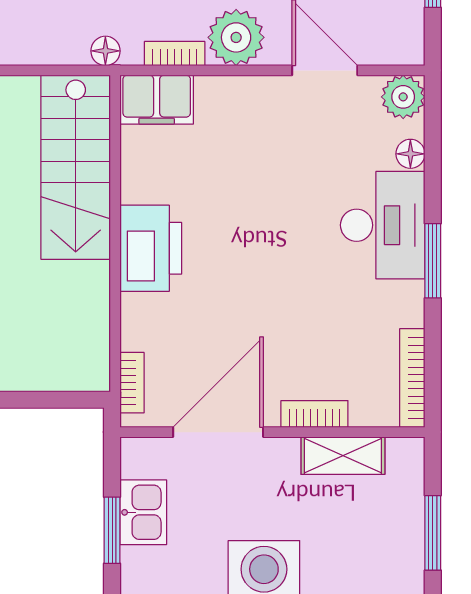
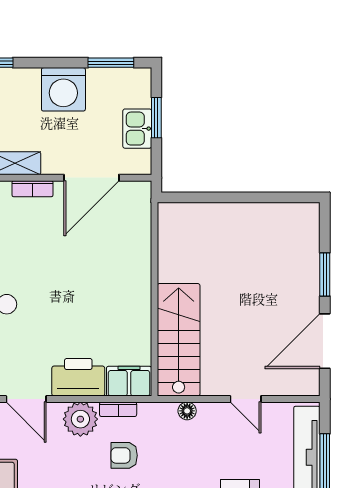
floor lamp: (105, 51) -> (187, 411), moved
printer: (151, 248) -> (78, 377), moved, turned 90
bookcase: (132, 383) -> (144, 208), removed

